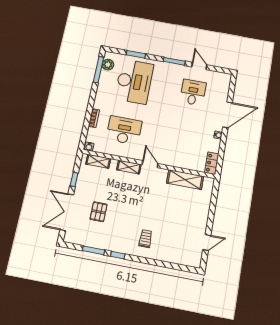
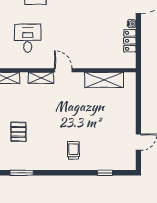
desk: (124, 130) -> (28, 38), width x0.73
locker: (212, 163) -> (130, 41), moved
window: (118, 255) -> (105, 173), moved

